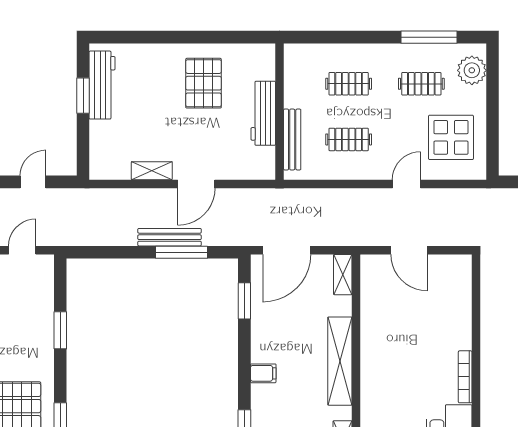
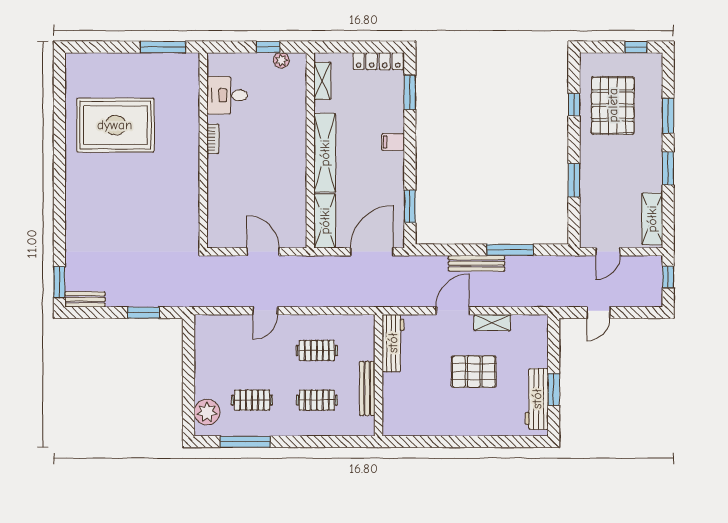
pallet: (204, 83) -> (474, 372), moved, turned 90
workbench: (263, 113) -> (393, 343), moved
display table: (451, 137) -> (226, 352), removed
bench: (292, 139) -> (367, 388), moved
window: (182, 252) -> (510, 250), moved
shelving: (343, 275) -> (325, 221), width x1.50, depth x1.33
bookcase: (465, 377) -> (213, 139), width x0.64

